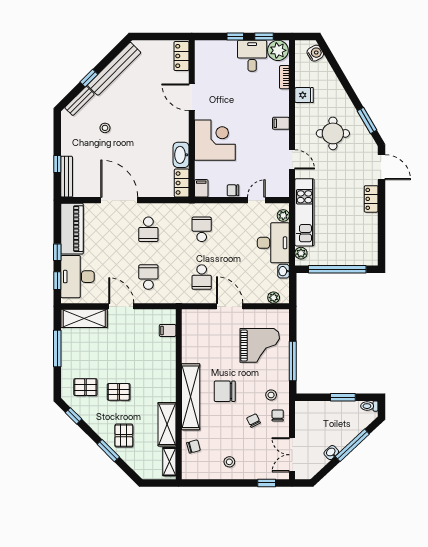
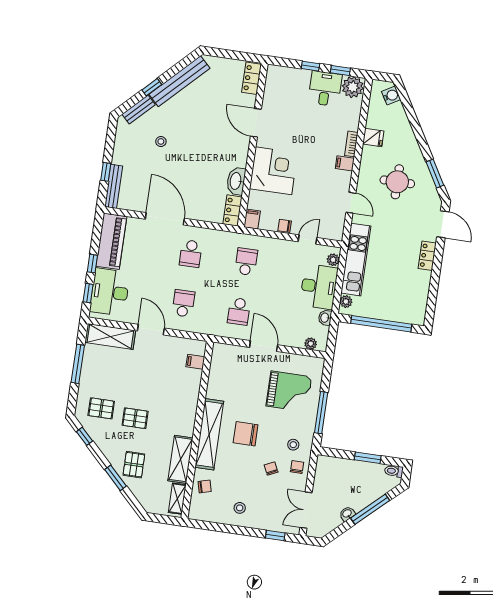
bookcase: (284, 77) -> (351, 144), moved

